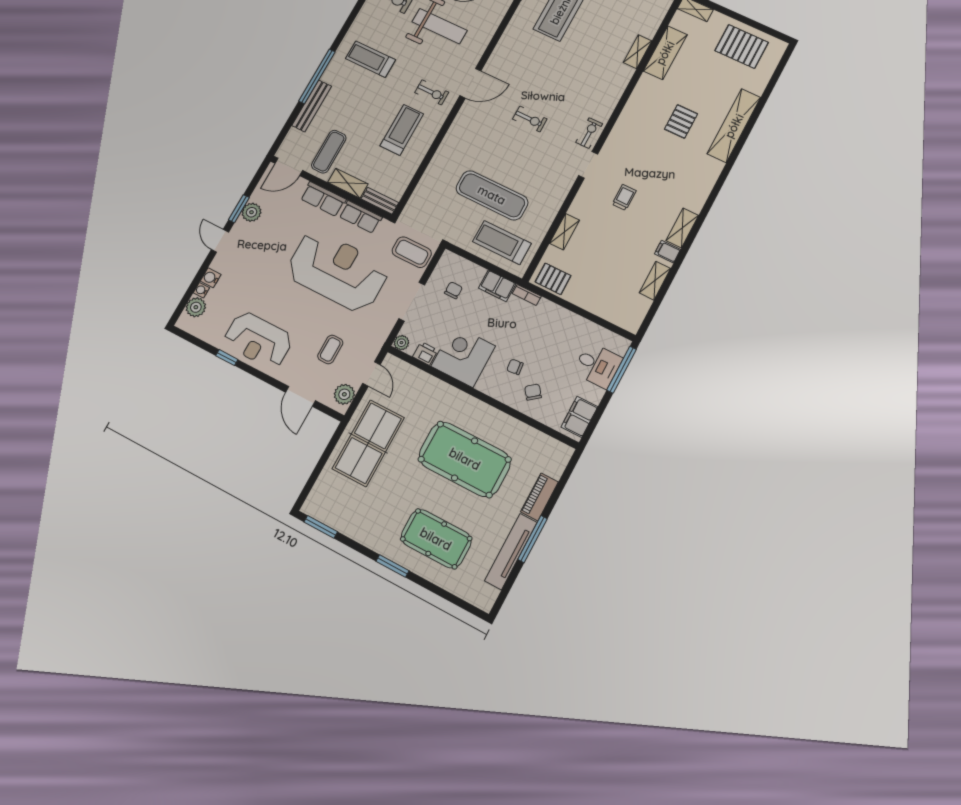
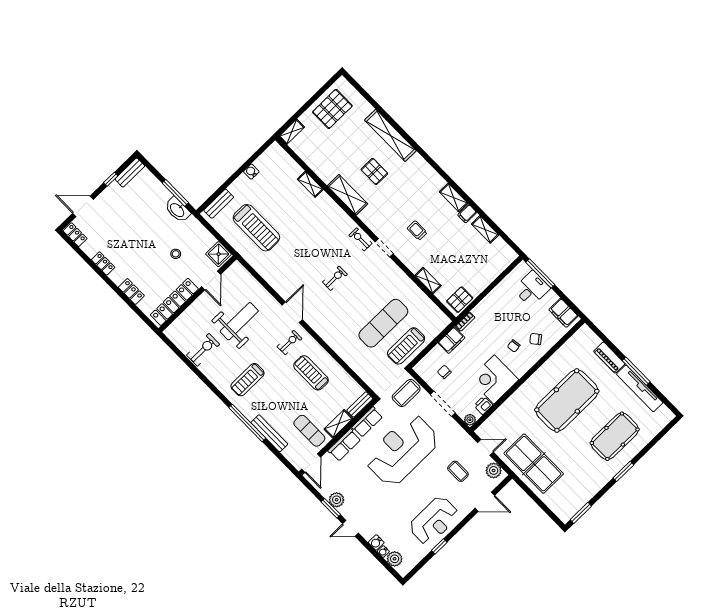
shelving: (665, 53) -> (347, 195), moved
treadmill: (502, 243) -> (406, 346), moved

